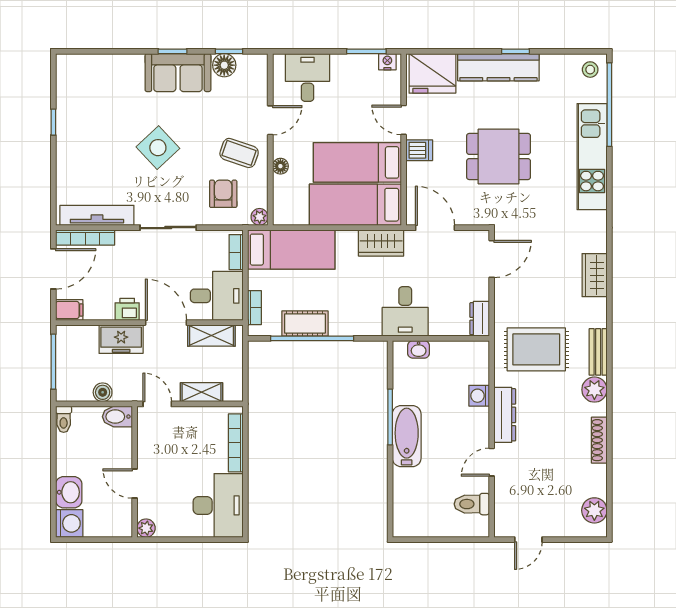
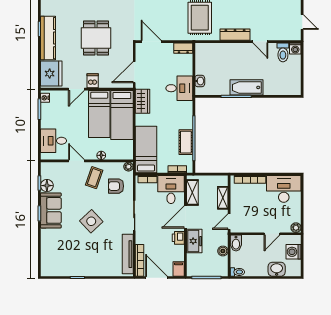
washing machine: (479, 396) -> (295, 48), moved
washing machine: (69, 523) -> (293, 252), moved, turned -90

